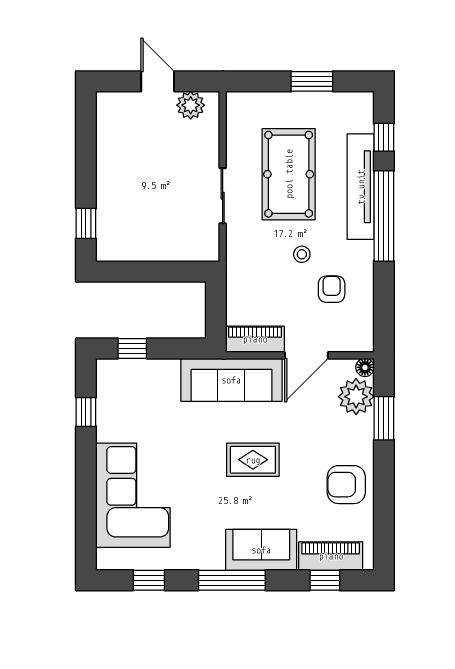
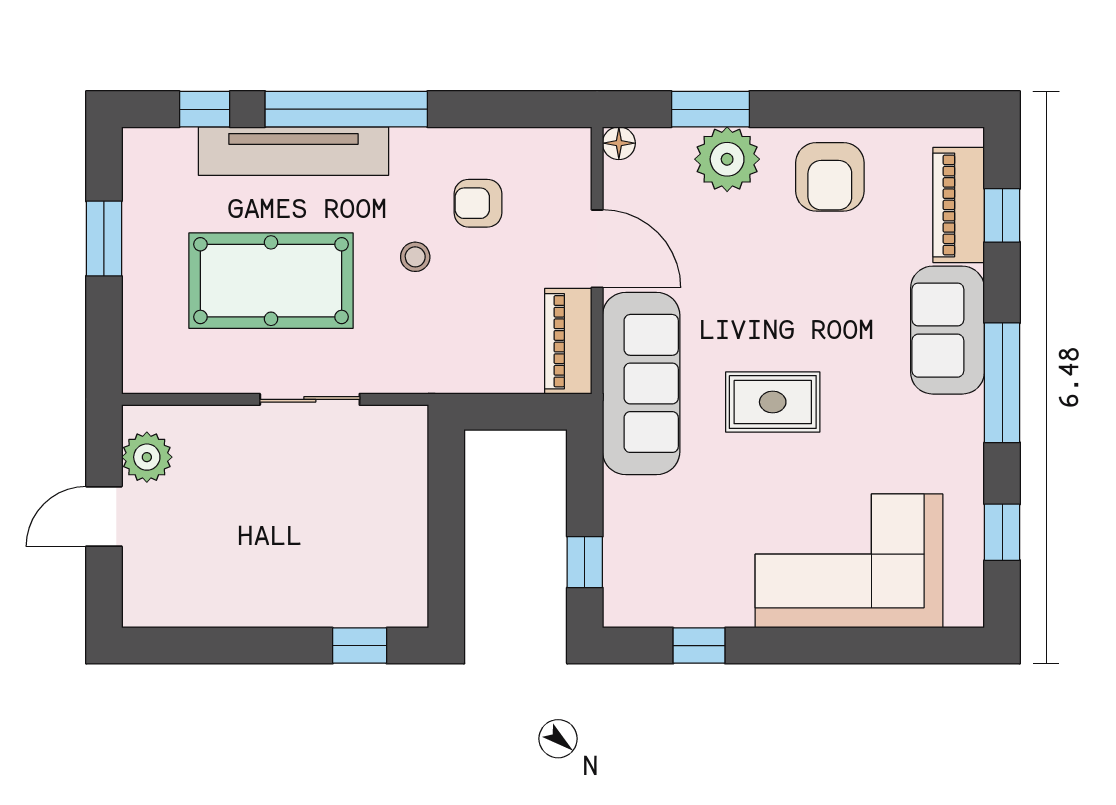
plant: (356, 397) -> (727, 159), moved
rug: (253, 460) -> (773, 402), moved, turned 90

